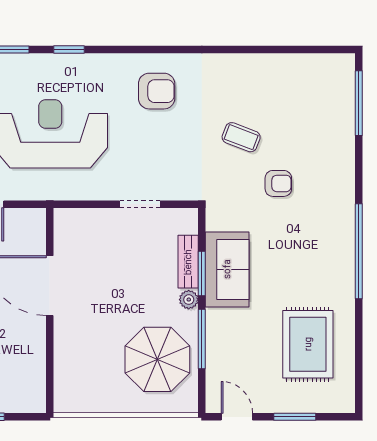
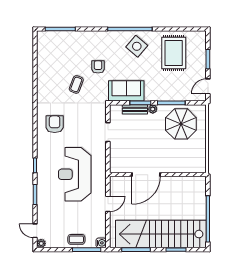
side table: (322, 266) -> (137, 46), added
sofa: (227, 269) -> (126, 91), moved
rug: (308, 344) -> (174, 53), turned 90

